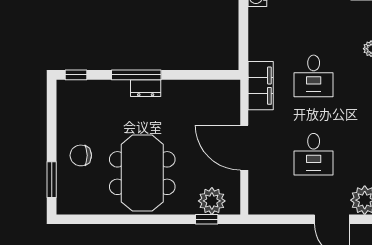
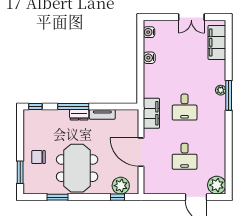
tv unit: (183, 87) -> (102, 114), added
window: (111, 219) -> (57, 197), added

